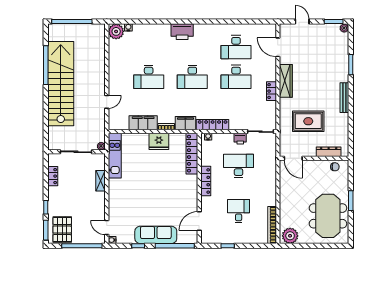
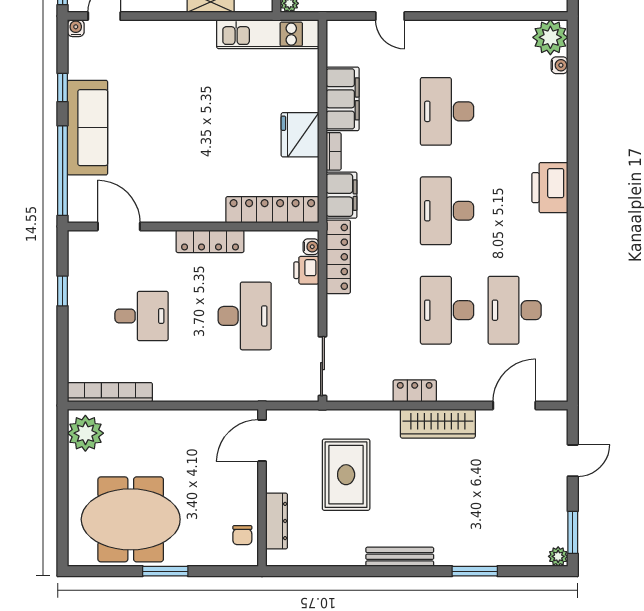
printer: (240, 139) -> (306, 270), moved

